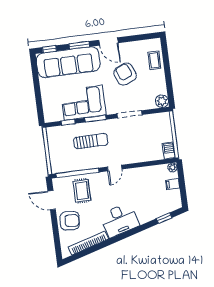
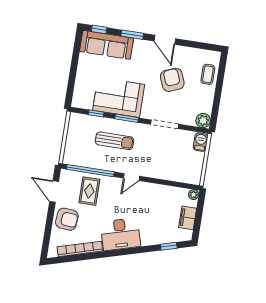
sofa: (68, 62) -> (107, 45), width x0.74, depth x0.79
barbecue: (169, 151) -> (201, 142), moved
filing cabinet: (173, 184) -> (188, 218), width x2.00

